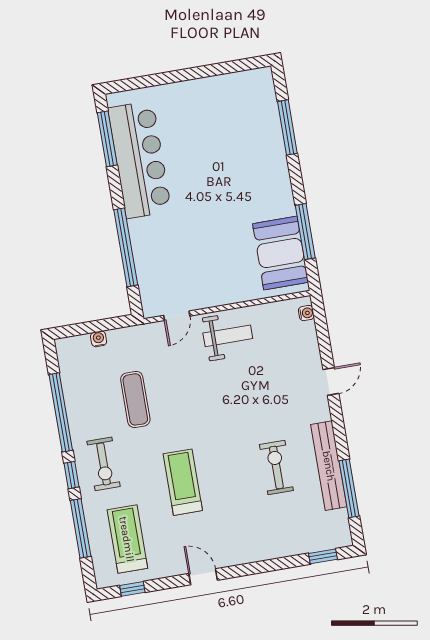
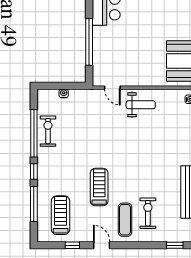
door: (177, 316) -> (112, 88), hinge flipped
exercise mat: (135, 399) -> (125, 220), moved
exercise bike: (104, 464) -> (48, 131), moved, turned 180
exercise bike: (276, 468) -> (148, 213), moved
window: (132, 589) -> (72, 245), moved

